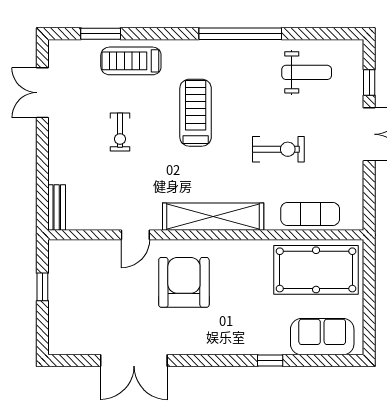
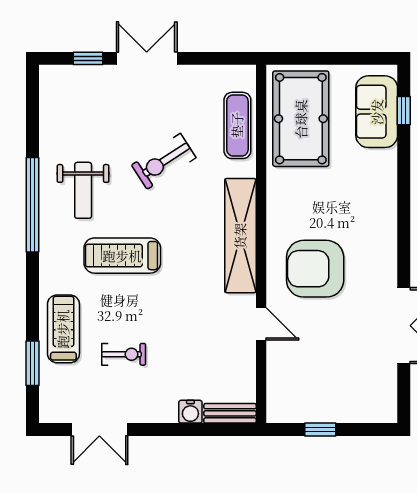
treadmill: (131, 61) -> (63, 329), turned 180
weight bench: (307, 72) -> (83, 190), moved, turned 180
exercise bike: (120, 132) -> (124, 354), moved
exercise bike: (278, 149) -> (164, 161), turned -123
water cooler: (58, 173) -> (190, 412), added
window: (270, 360) -> (404, 111), moved

